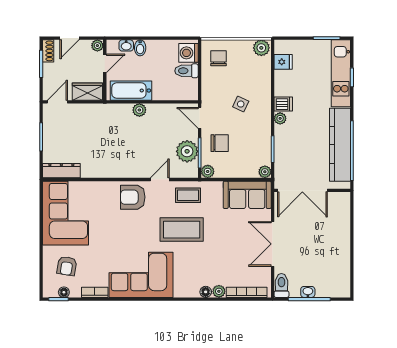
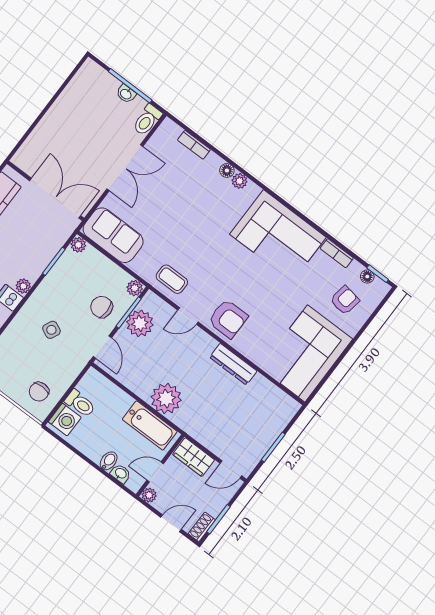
plant: (139, 110) -> (166, 399), width x1.88, depth x1.88
dresser: (61, 171) -> (233, 364), moved
coffee table: (182, 230) -> (204, 250), removed
plant: (219, 291) -> (240, 181), moved
bookcase: (247, 292) -> (194, 145), width x0.64

